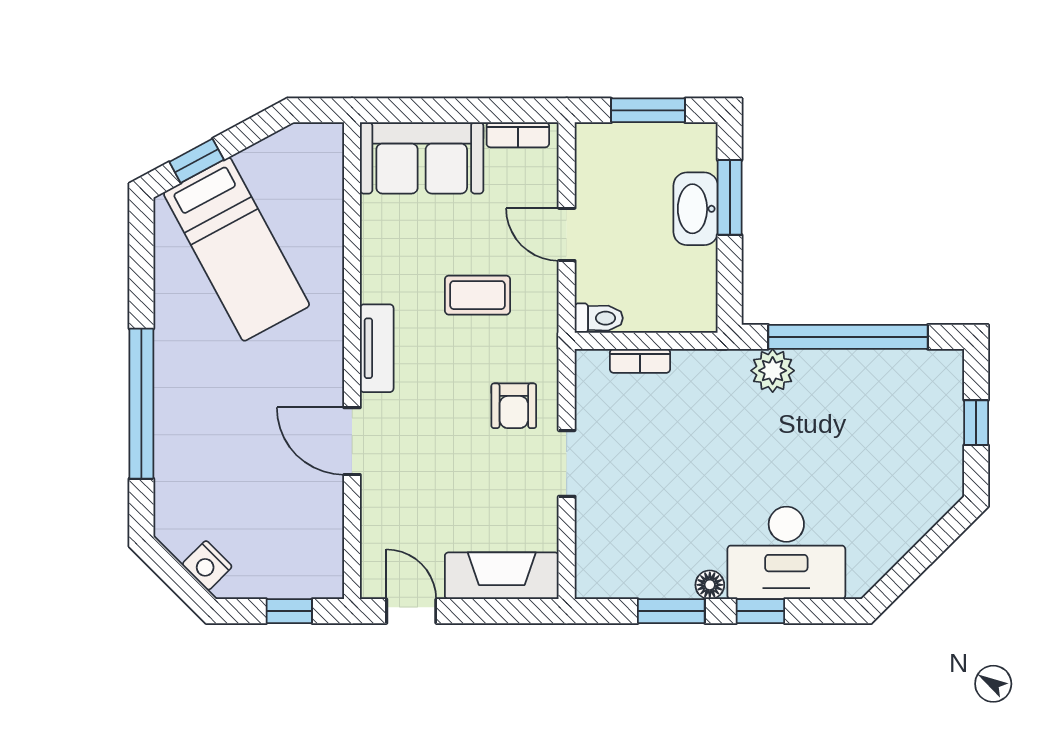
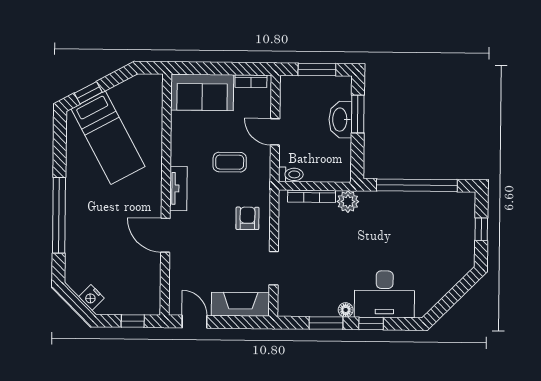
bookcase: (640, 361) -> (312, 196), width x1.56
plant: (773, 371) -> (348, 202), moved
armchair: (514, 406) -> (247, 218), turned 180
doorway: (567, 463) -> (274, 268), moved

